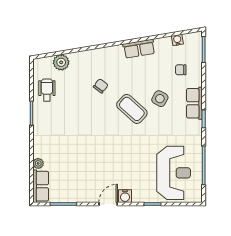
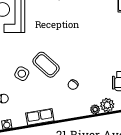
plant: (75, 57) -> (95, 109), added

